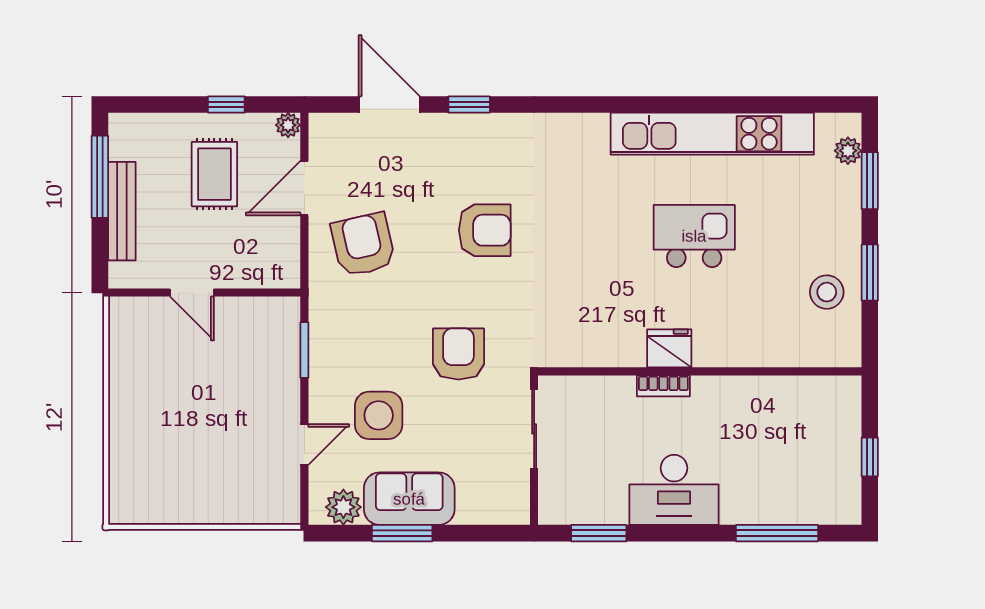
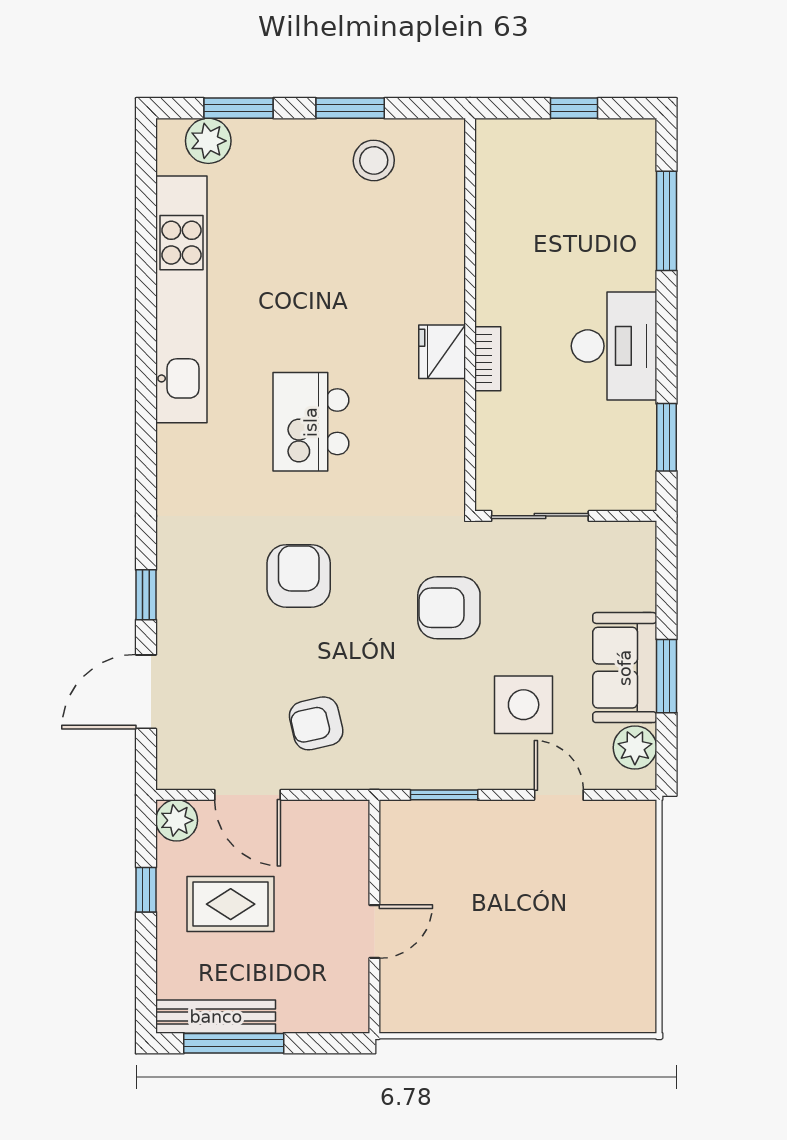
plant: (288, 125) -> (177, 820), width x1.38, depth x1.38
plant: (848, 151) -> (208, 141), width x1.38, depth x1.38
bench: (122, 211) -> (216, 1017), moved
kitchen island: (694, 236) -> (311, 422), moved
armchair: (363, 245) -> (316, 723), width x0.72, depth x0.72

